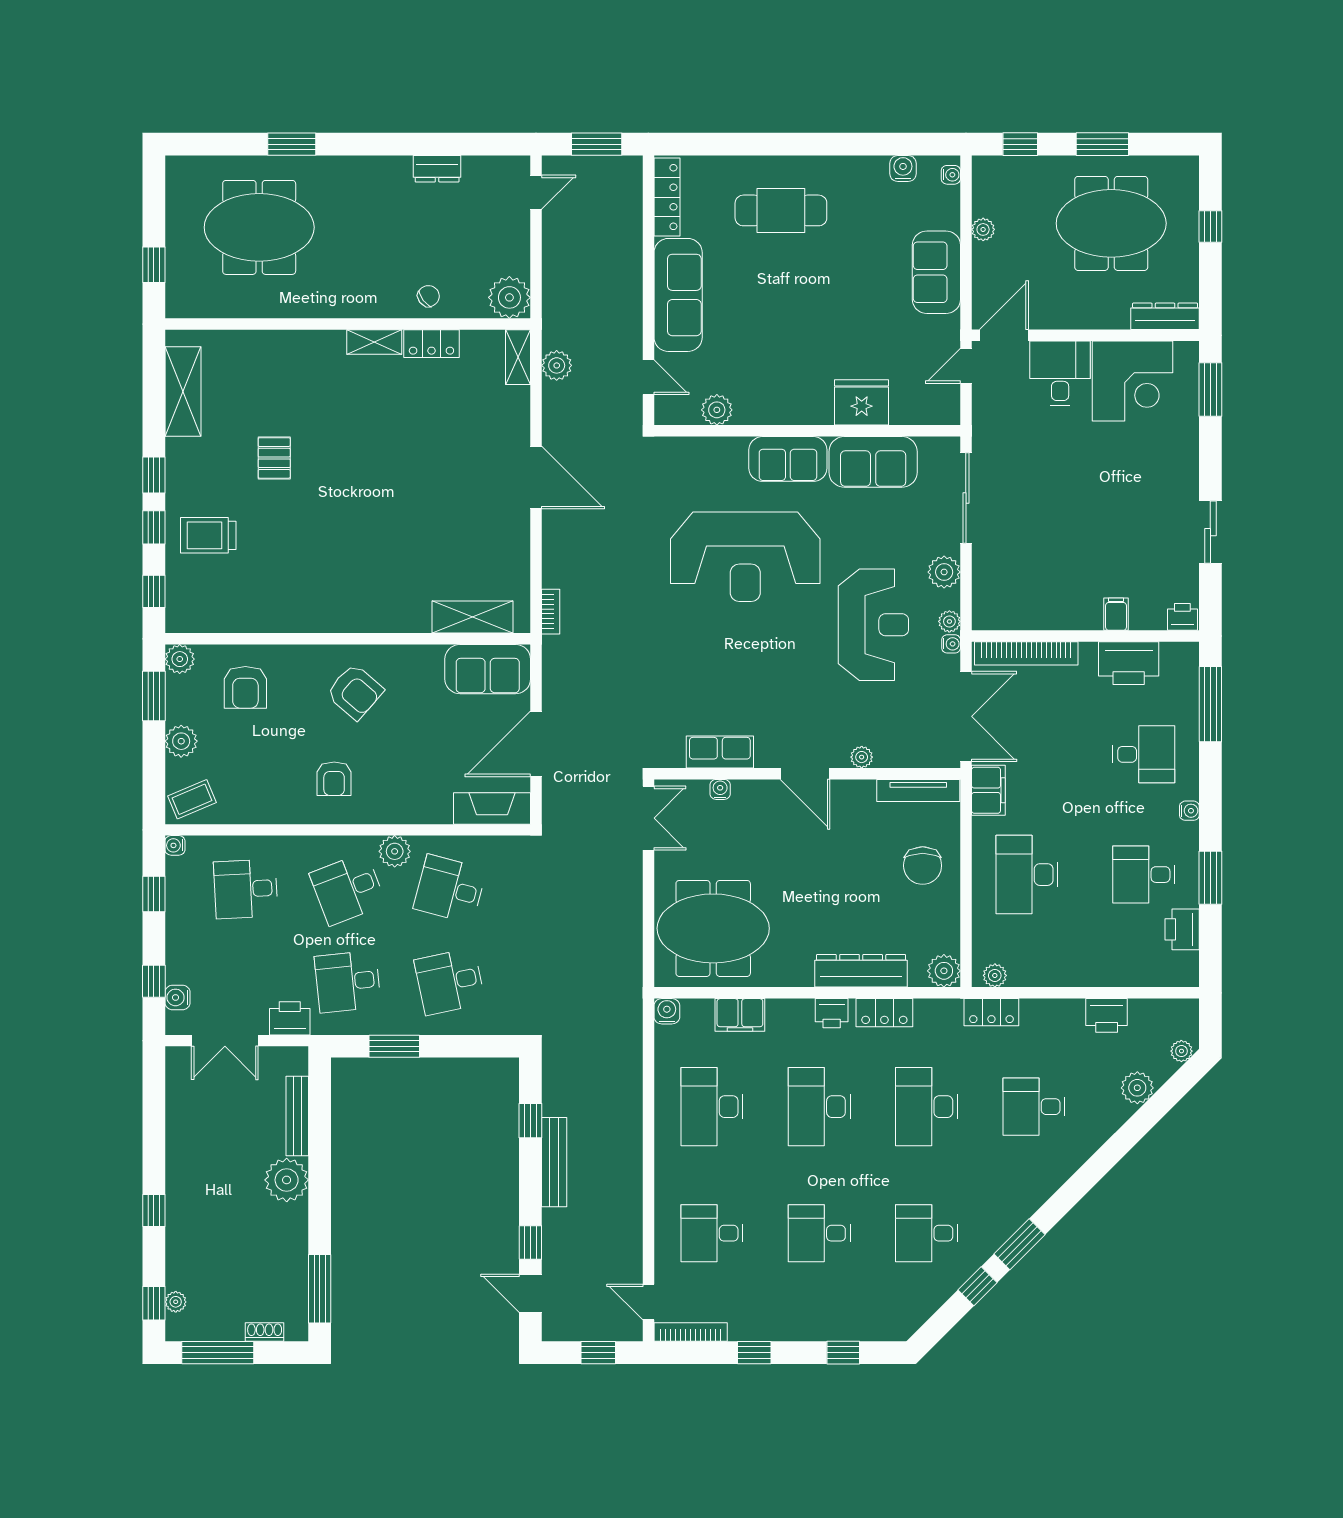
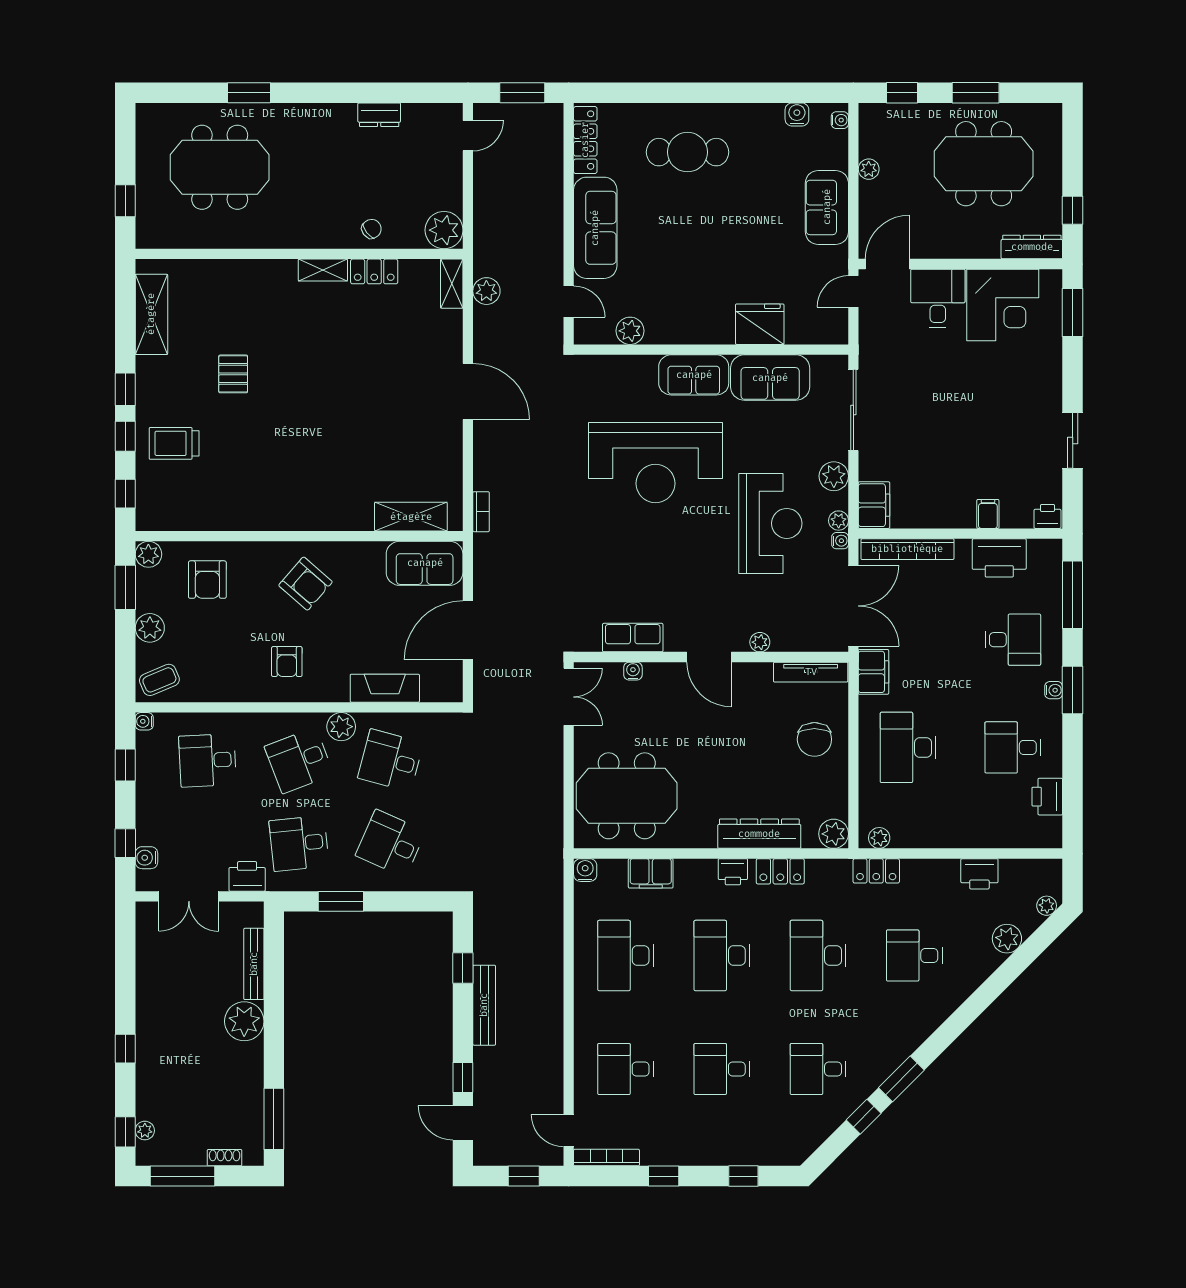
window: (1210, 226) -> (1073, 210), moved
filing cabinet: (989, 604) -> (874, 505), added
fireplace: (492, 808) -> (385, 688), moved
window: (1210, 878) -> (1073, 690), moved
desk: (450, 982) -> (391, 843), turned 36

